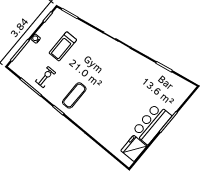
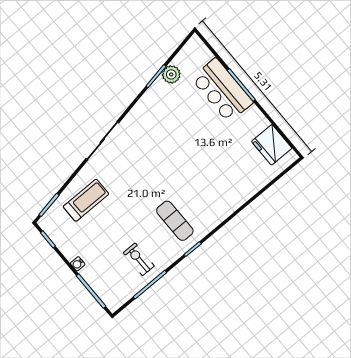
treadmill: (63, 46) -> (86, 200), moved, turned -90
plant: (167, 76) -> (171, 74), added
bar counter: (152, 124) -> (222, 90), moved

